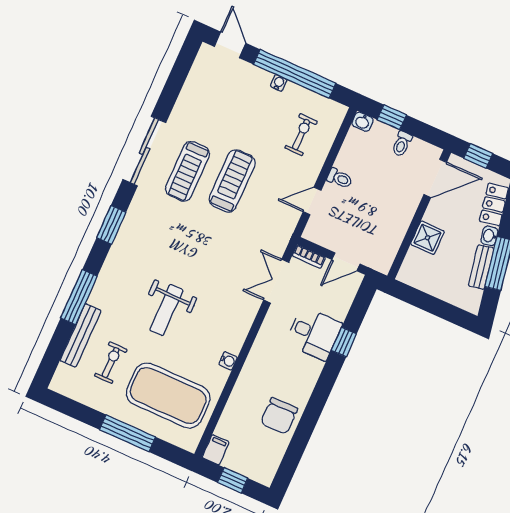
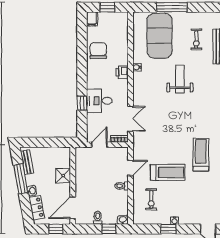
window: (295, 74) -> (168, 229), width x0.32
treadmill: (232, 181) -> (168, 172), moved, turned -90
bench: (481, 267) -> (27, 162), moved
printer: (256, 363) -> (122, 72), added
exercise mat: (168, 395) -> (160, 36), turned 90
filing cabinet: (216, 450) -> (92, 19), moved

